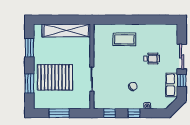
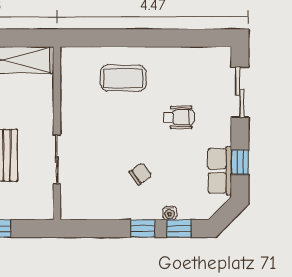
sliding door: (182, 56) -> (240, 92), moved
window: (110, 113) -> (179, 228), moved

